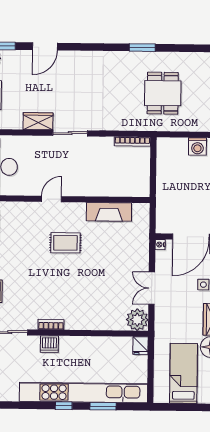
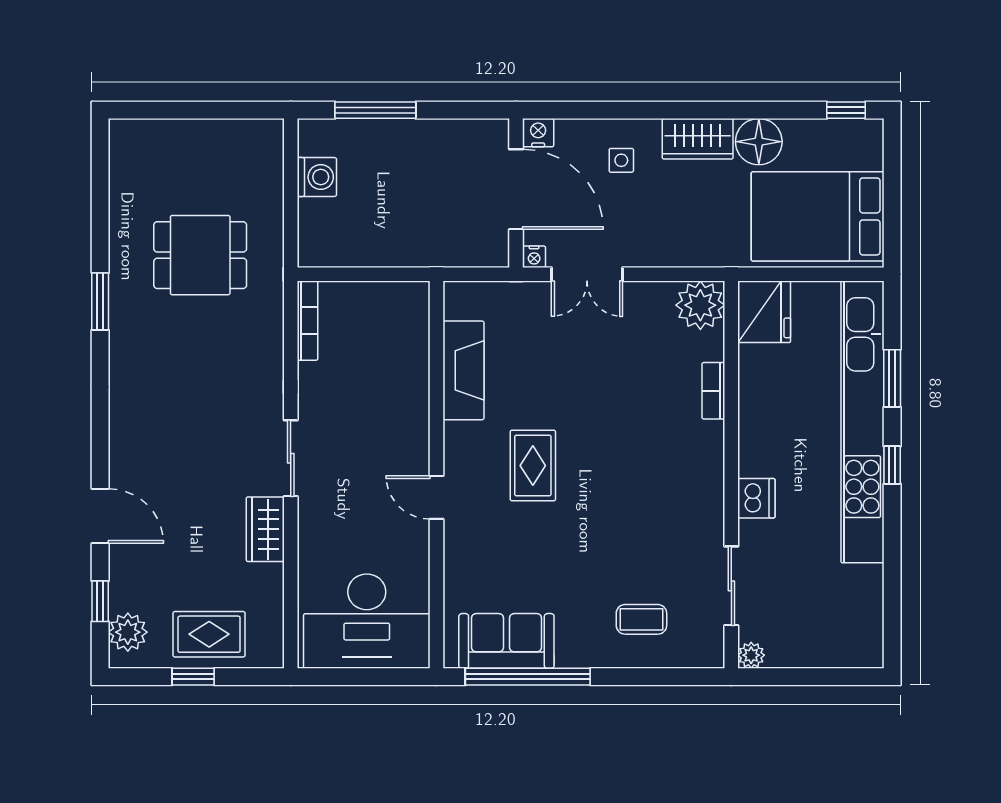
double door: (152, 288) -> (587, 274), moved
bookcase: (51, 325) -> (713, 391), moved
fridge: (141, 346) -> (764, 312), width x1.88, depth x1.34
bed: (184, 373) -> (818, 216), width x1.50

